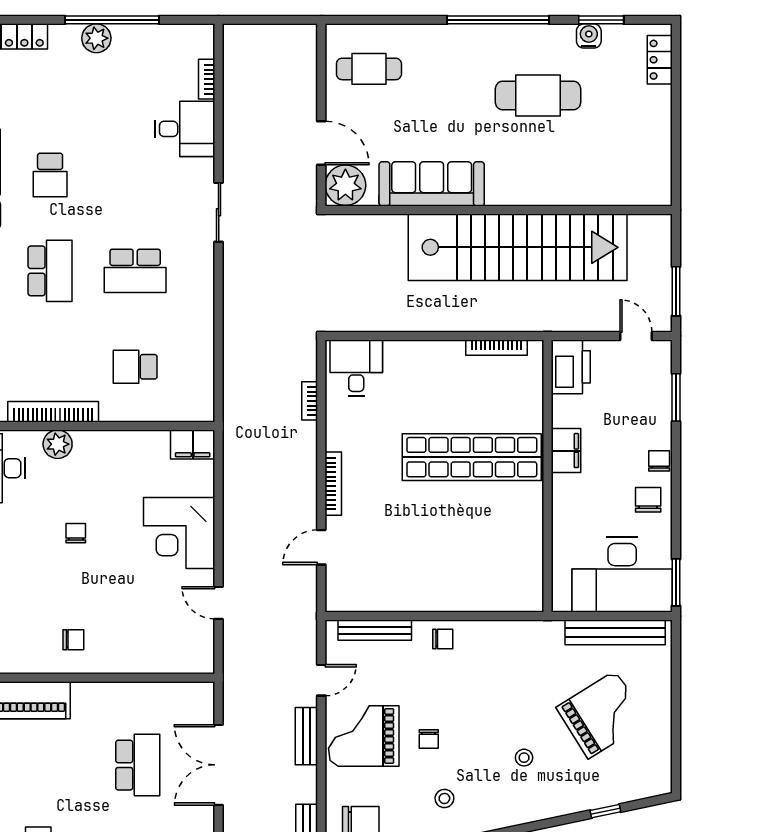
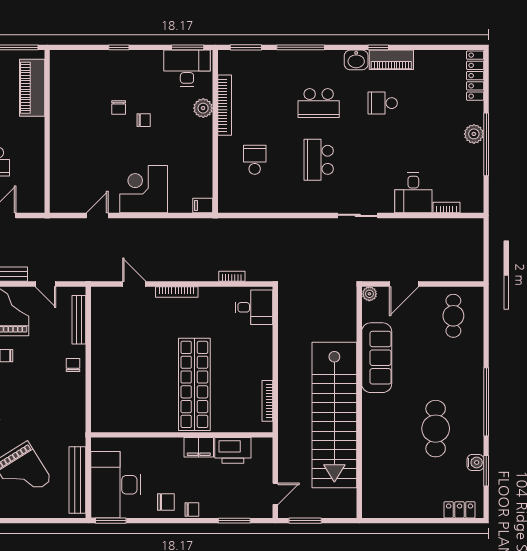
plant: (345, 185) -> (369, 294), width x0.53, depth x0.53
printer: (571, 367) -> (233, 450), moved
filing cabinet: (193, 444) -> (203, 206), width x0.50
chair: (443, 639) -> (73, 365), turned 180
chair: (73, 640) -> (119, 108), moved

